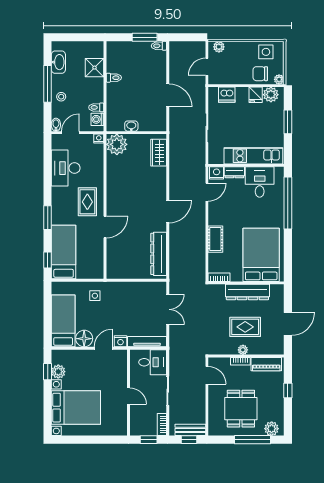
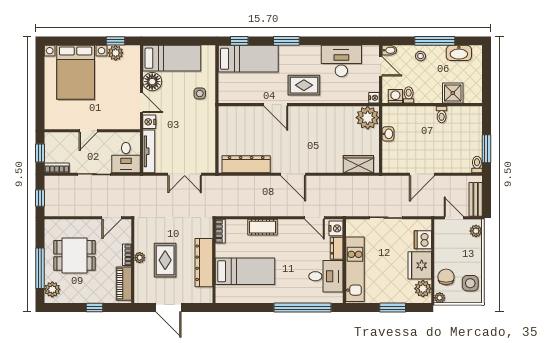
fridge: (256, 95) -> (420, 265), width x1.88, depth x1.34
bed: (261, 255) -> (245, 271), width x0.67
bench: (190, 430) -> (476, 199), moved

